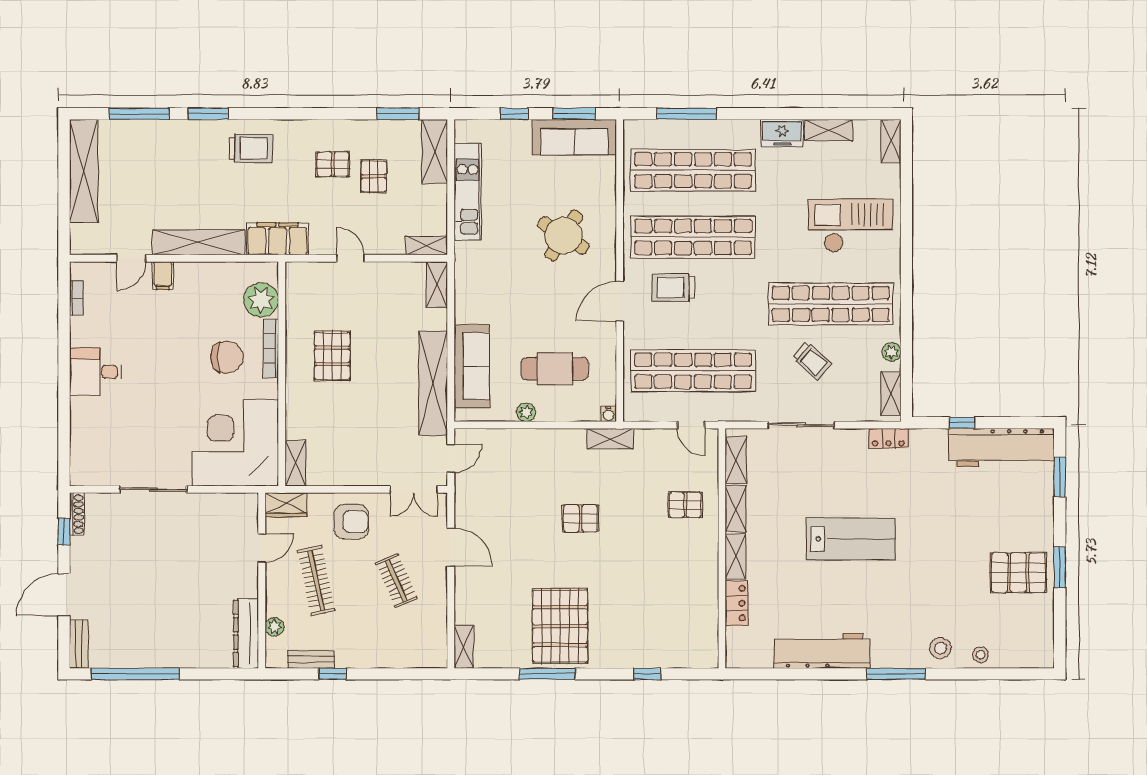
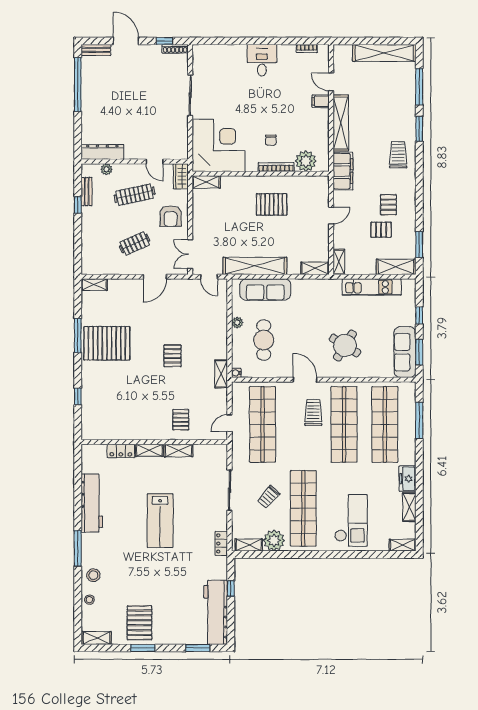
trolley: (251, 148) -> (398, 155), turned 180
plant: (891, 352) -> (274, 540), width x1.88, depth x1.88
chair: (227, 357) -> (271, 140), width x0.54, depth x0.54
shelving: (736, 460) -> (97, 638), moved

